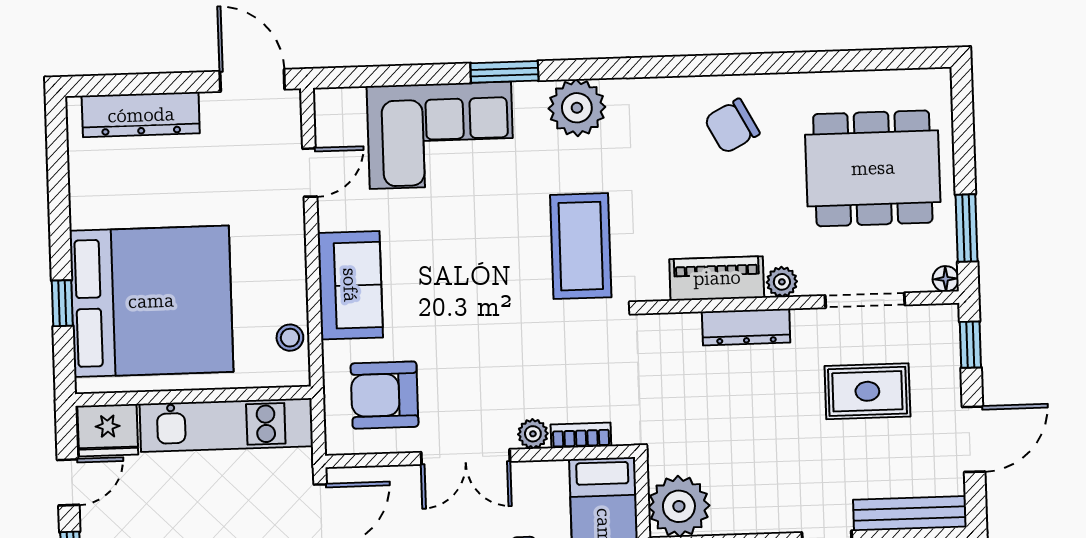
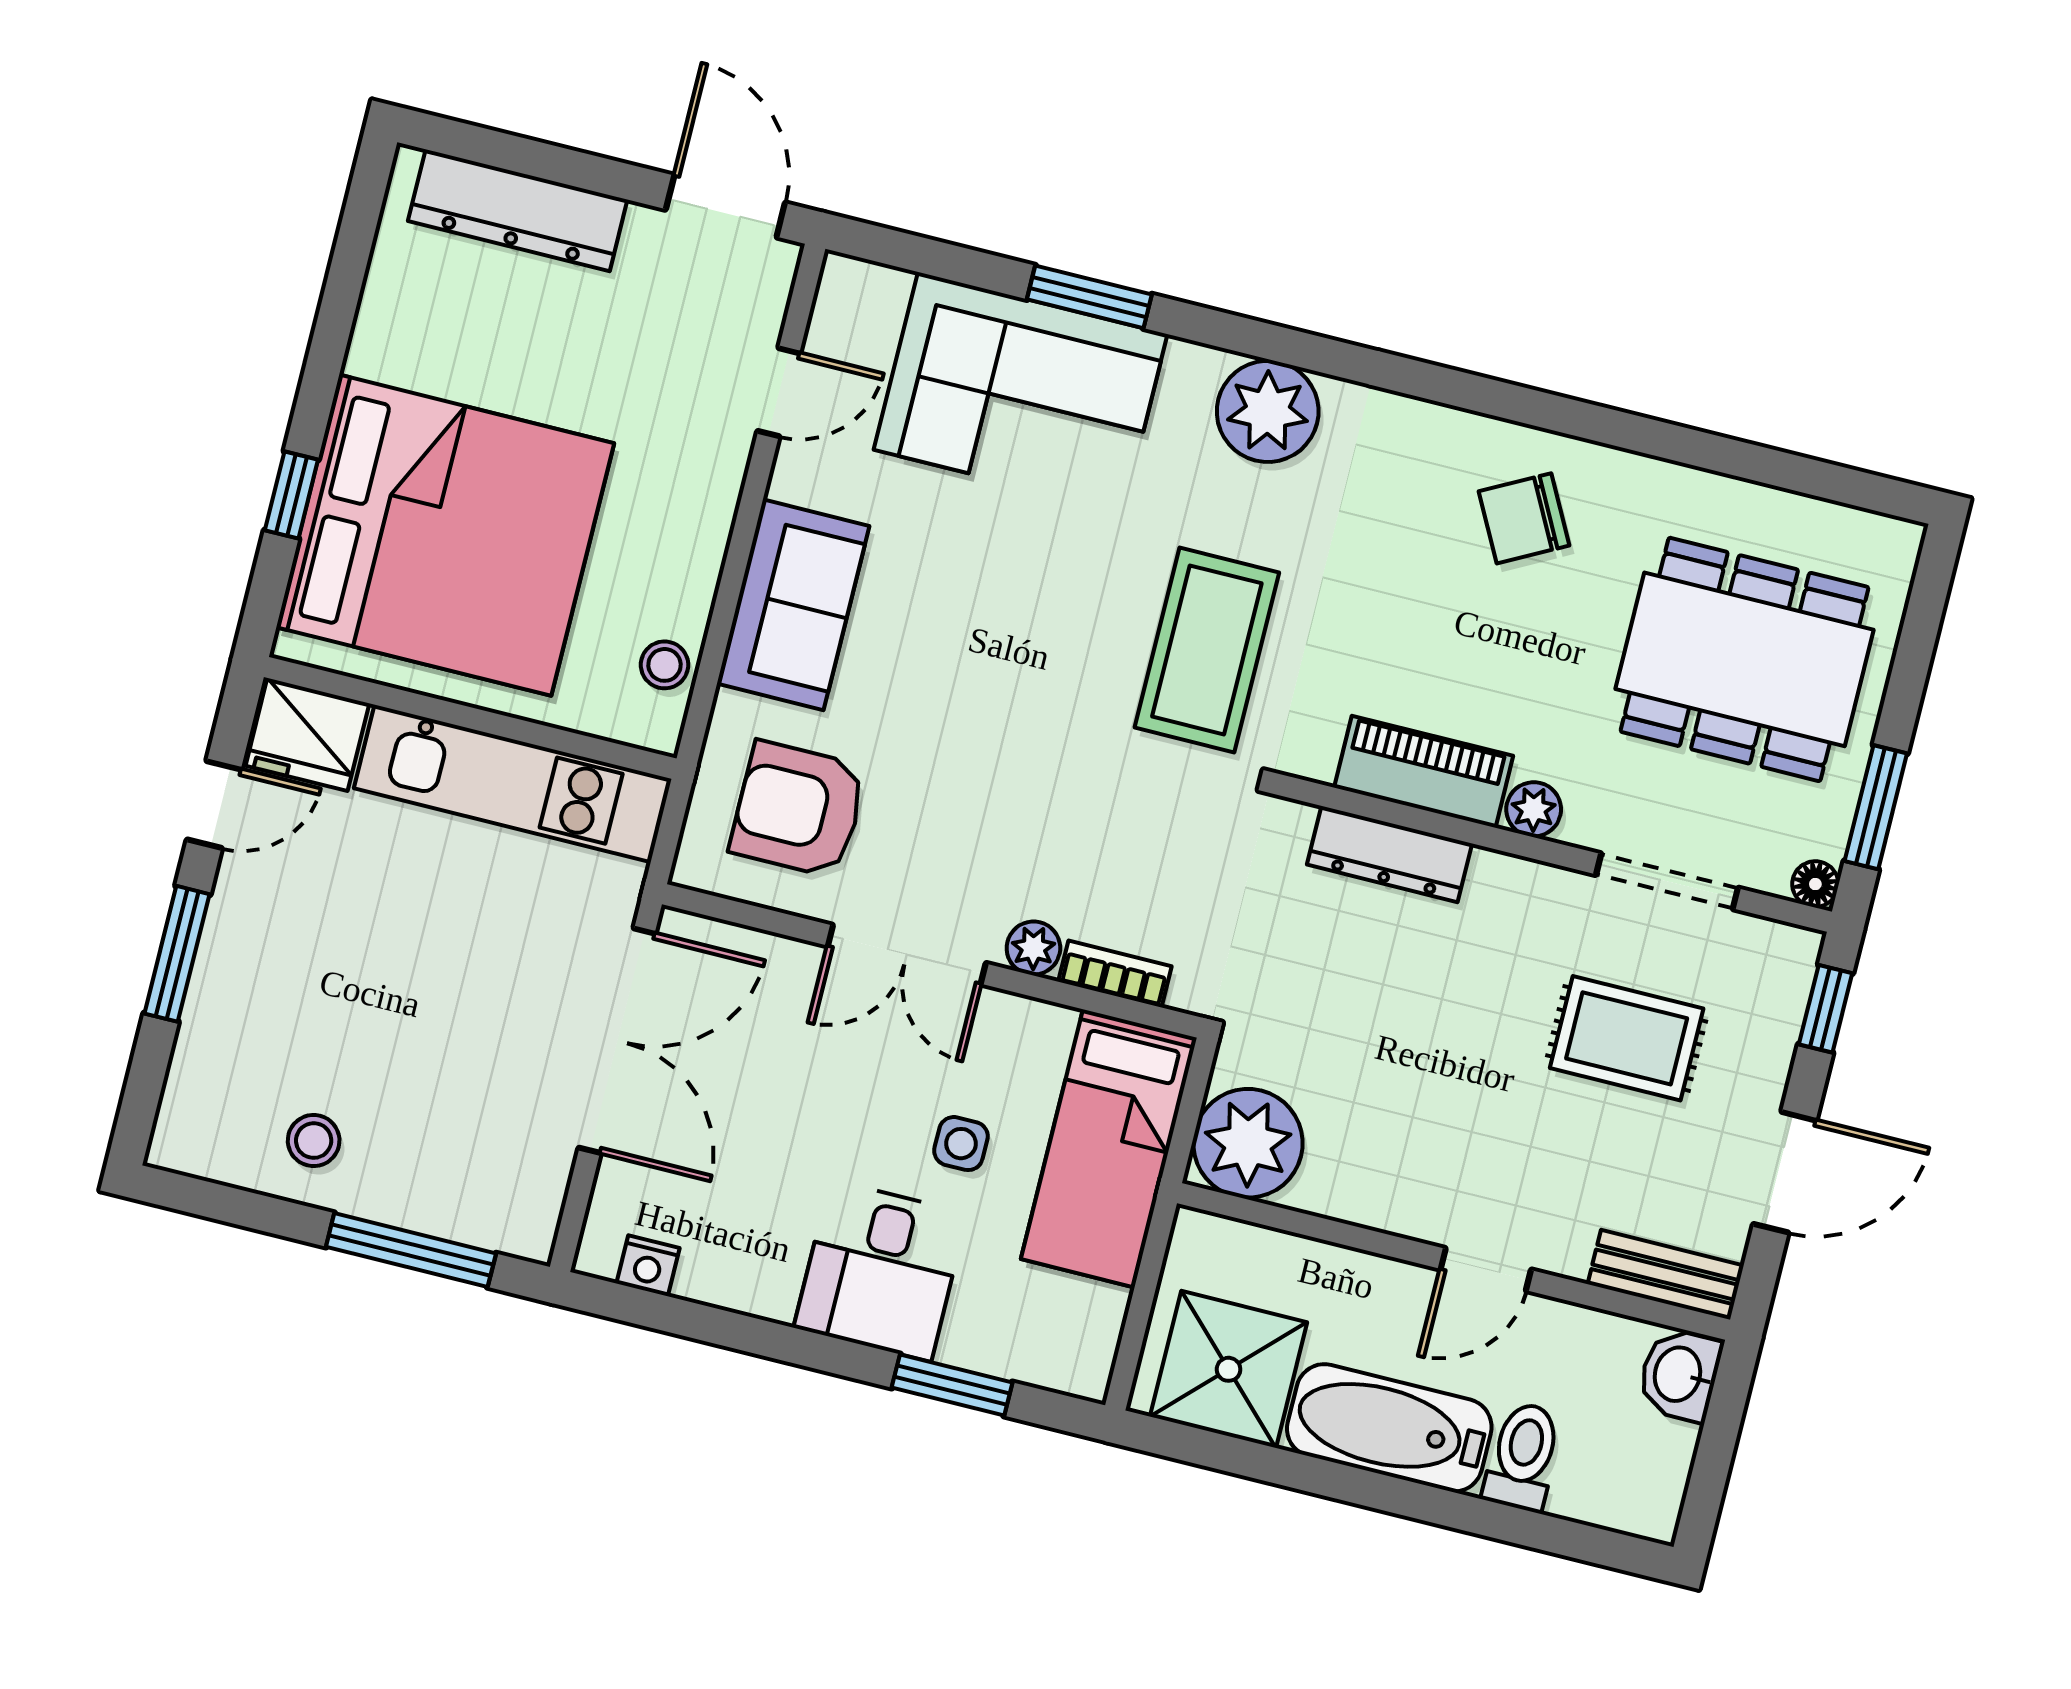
window: (504, 72) -> (1089, 297), moved
dresser: (746, 327) -> (1389, 854), moved
bench: (910, 514) -> (1666, 1275), width x0.73

